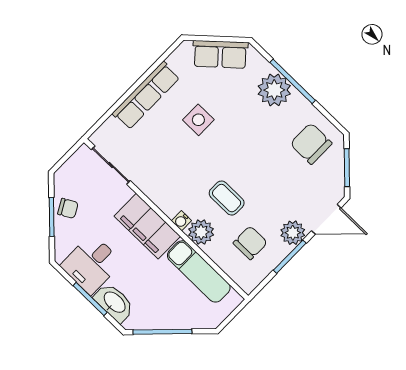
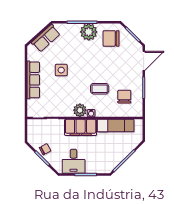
plant: (274, 90) -> (89, 32), moved
plant: (201, 232) -> (80, 110), moved
plant: (293, 233) -> (136, 78), removed
washbasin: (114, 303) -> (96, 167), removed

